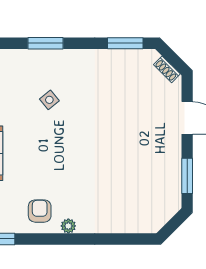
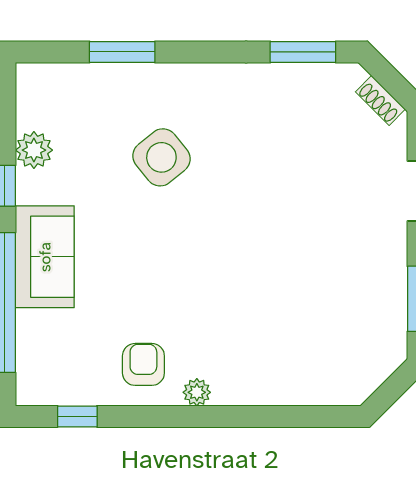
window: (46, 43) -> (122, 52), moved
side table: (49, 100) -> (161, 157), width x1.87, depth x1.87

